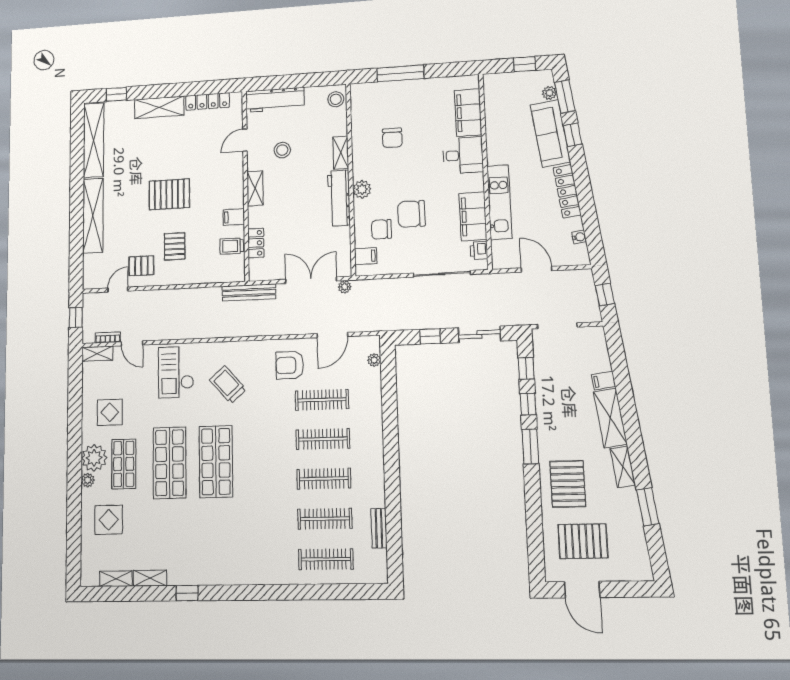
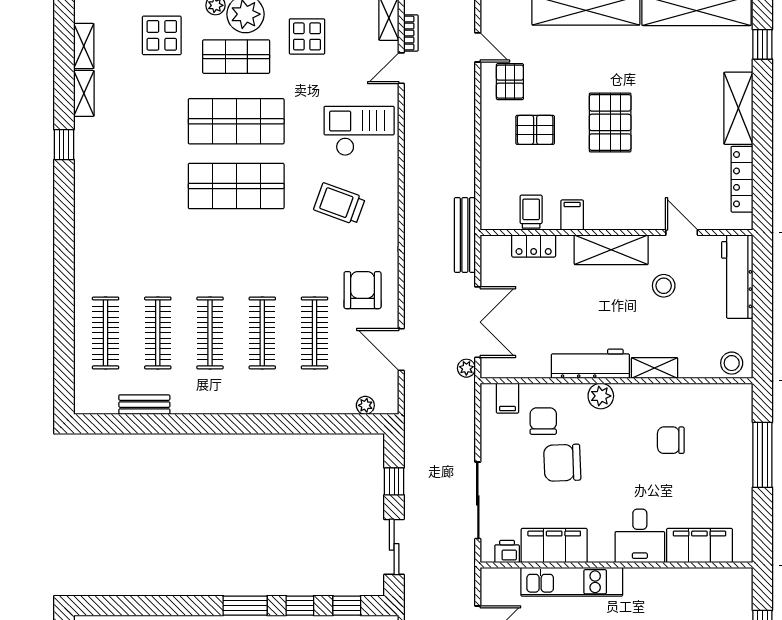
shelving: (255, 188) -> (611, 250), width x1.50, depth x1.33
chair: (411, 214) -> (562, 463), turned -92
trolley: (228, 385) -> (339, 204), turned -118

